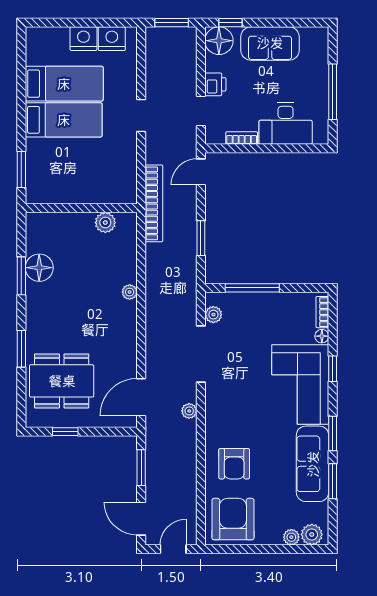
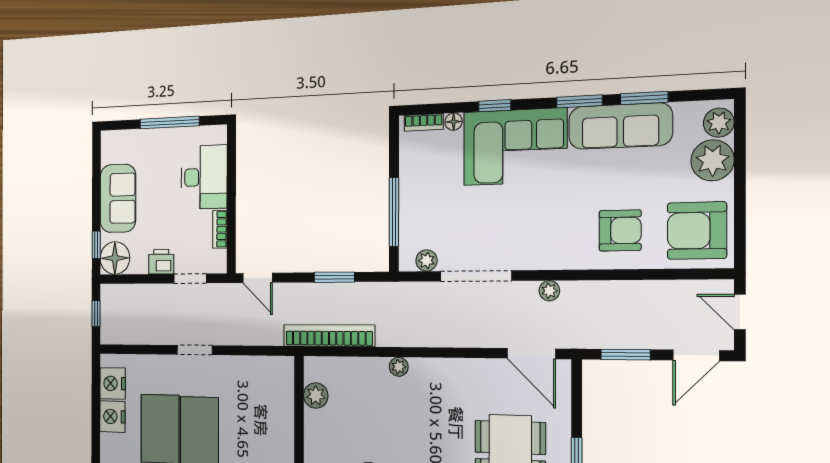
window: (172, 23) -> (96, 314), width x0.67
bookcase: (154, 203) -> (329, 336), moved
plant: (291, 537) -> (713, 160), width x1.88, depth x1.88

